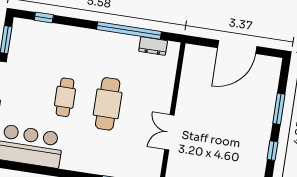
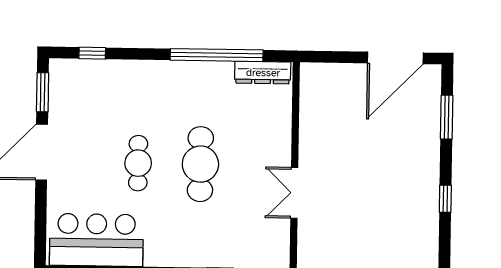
dresser: (153, 46) -> (263, 73), width x1.44
door: (237, 47) -> (395, 58), moved
window: (279, 109) -> (447, 117), moved

